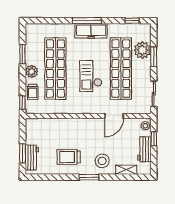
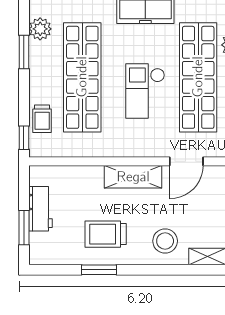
plant: (32, 72) -> (40, 29), moved
shelving: (84, 125) -> (133, 177), added
workbench: (32, 158) -> (40, 209), moved
window: (89, 177) -> (99, 270), moved

